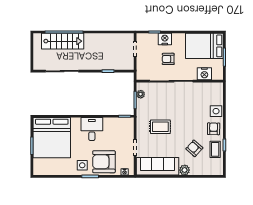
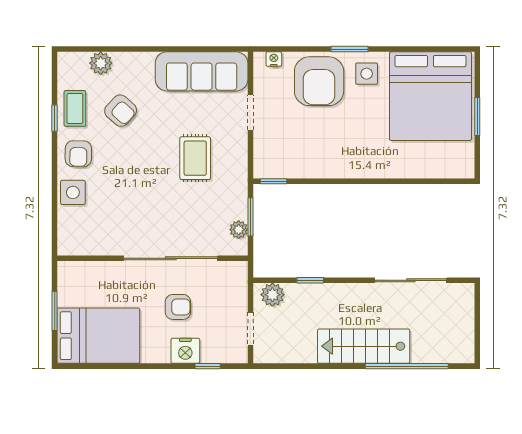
stairs: (63, 41) -> (364, 346), moved
plant: (125, 65) -> (272, 295), added
nightstand: (204, 74) -> (98, 275), removed
rug: (160, 127) -> (195, 158), turned 90
desk: (92, 129) -> (346, 153), removed
bed: (52, 138) -> (430, 96), moved, turned 180
armchair: (104, 162) -> (319, 81), turned 90
plant: (185, 170) -> (101, 63), moved

